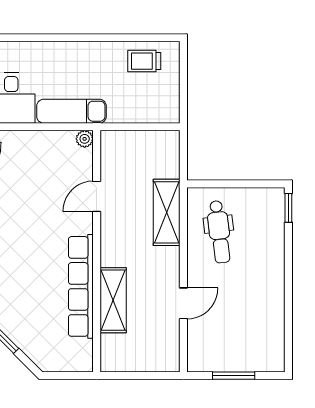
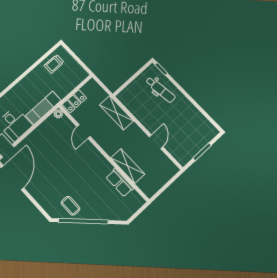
locker: (123, 142) -> (74, 101), added
dental chair: (219, 232) -> (160, 90), moved
row of seats: (81, 286) -> (120, 183), width x0.50

